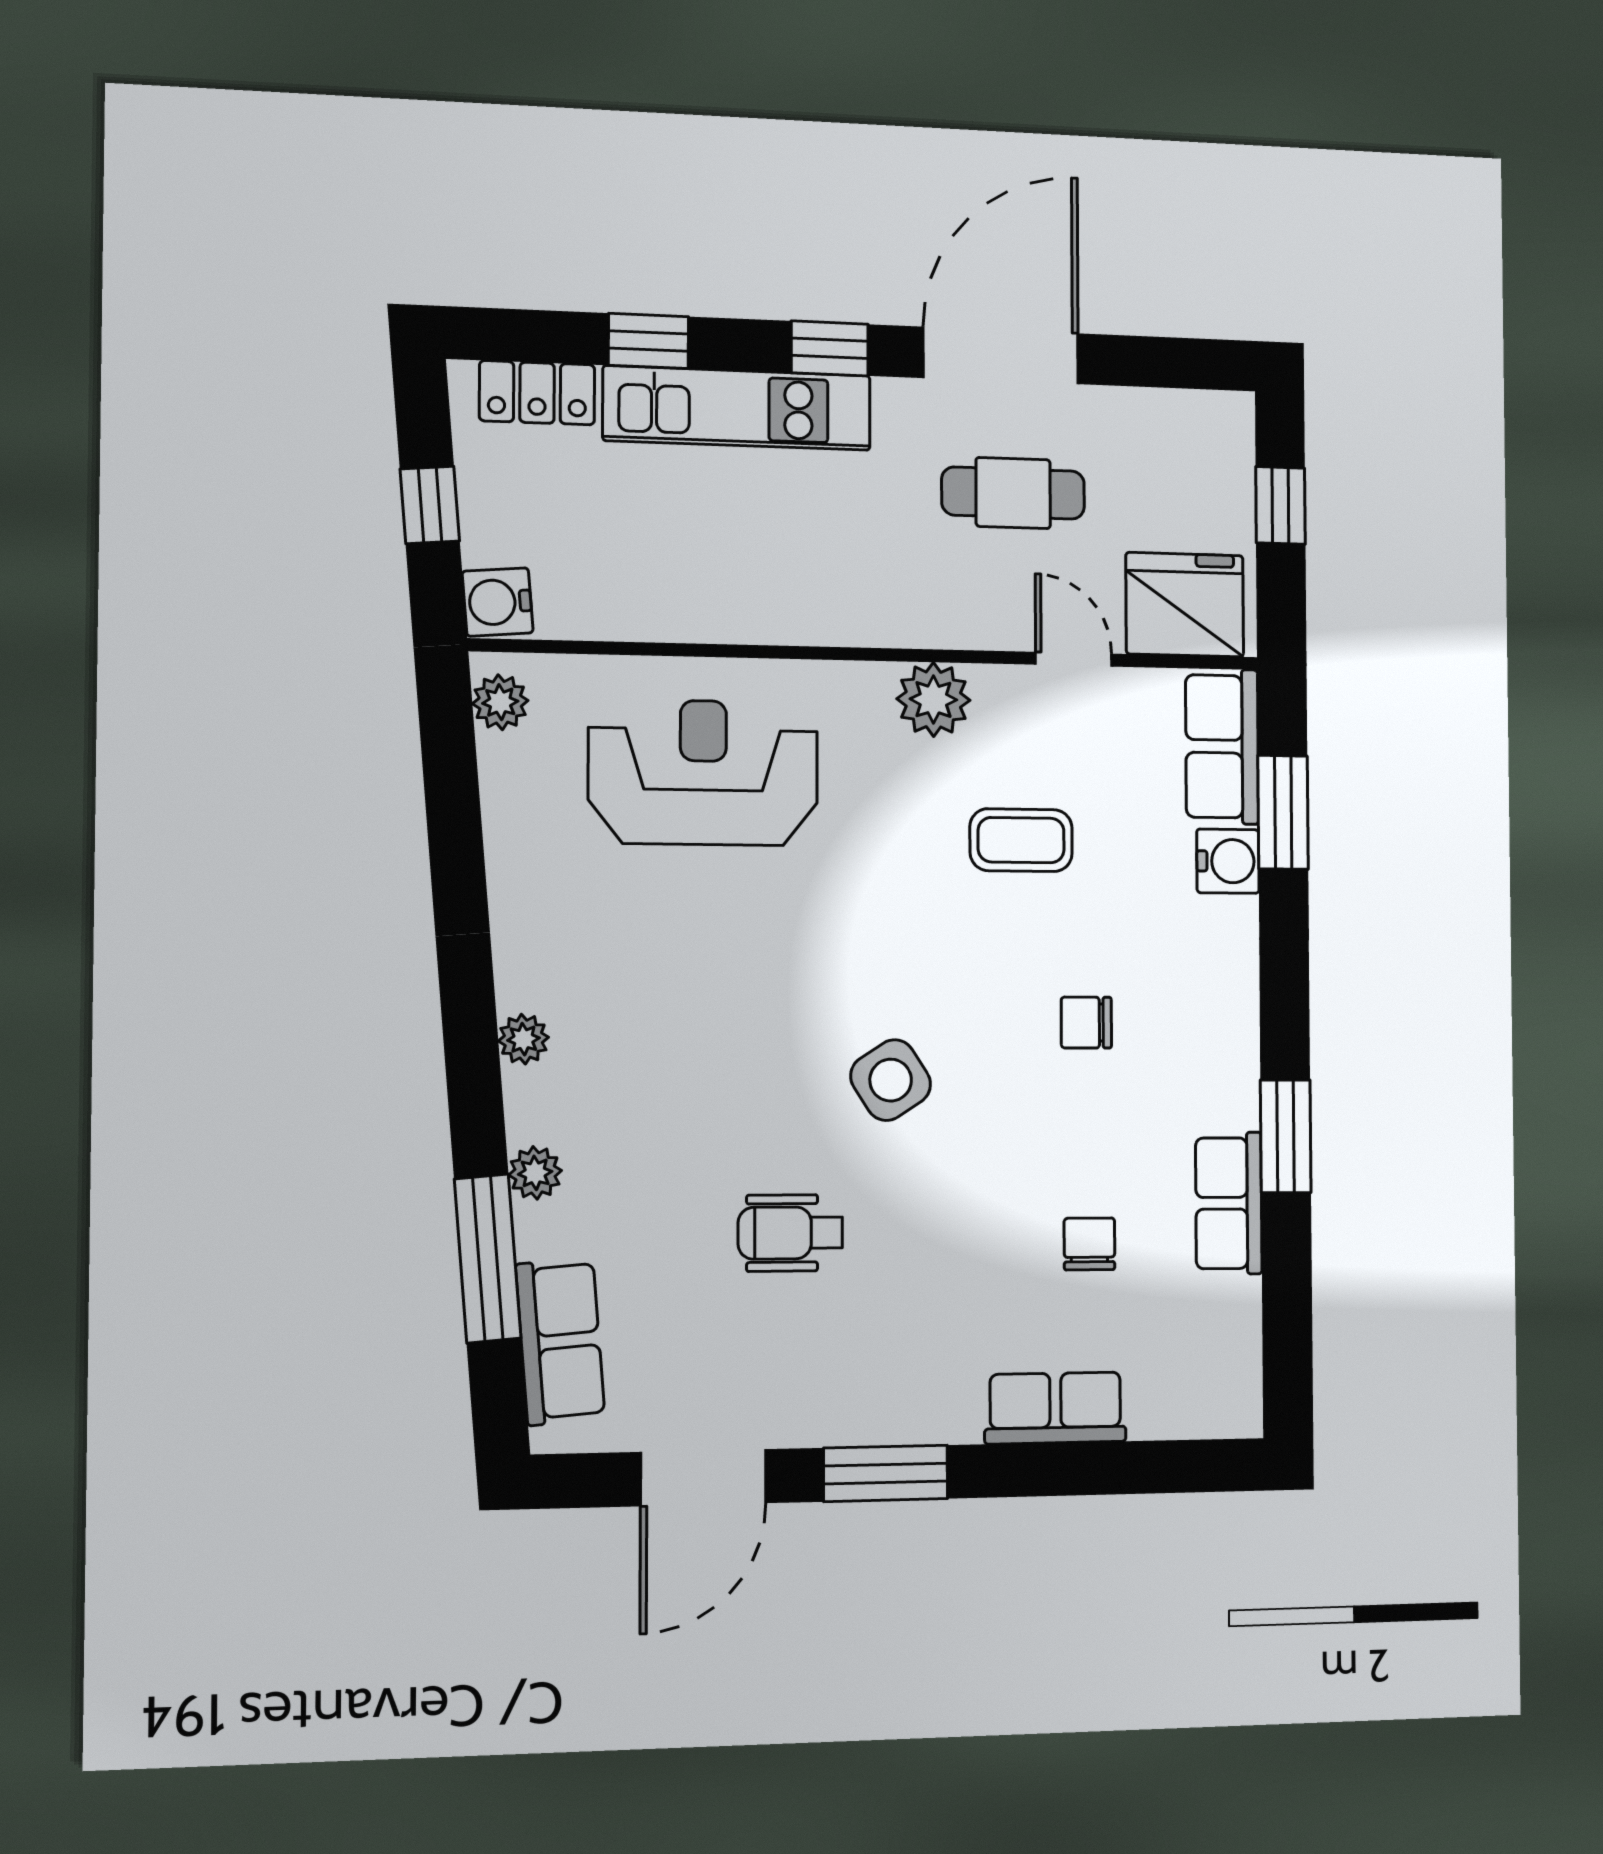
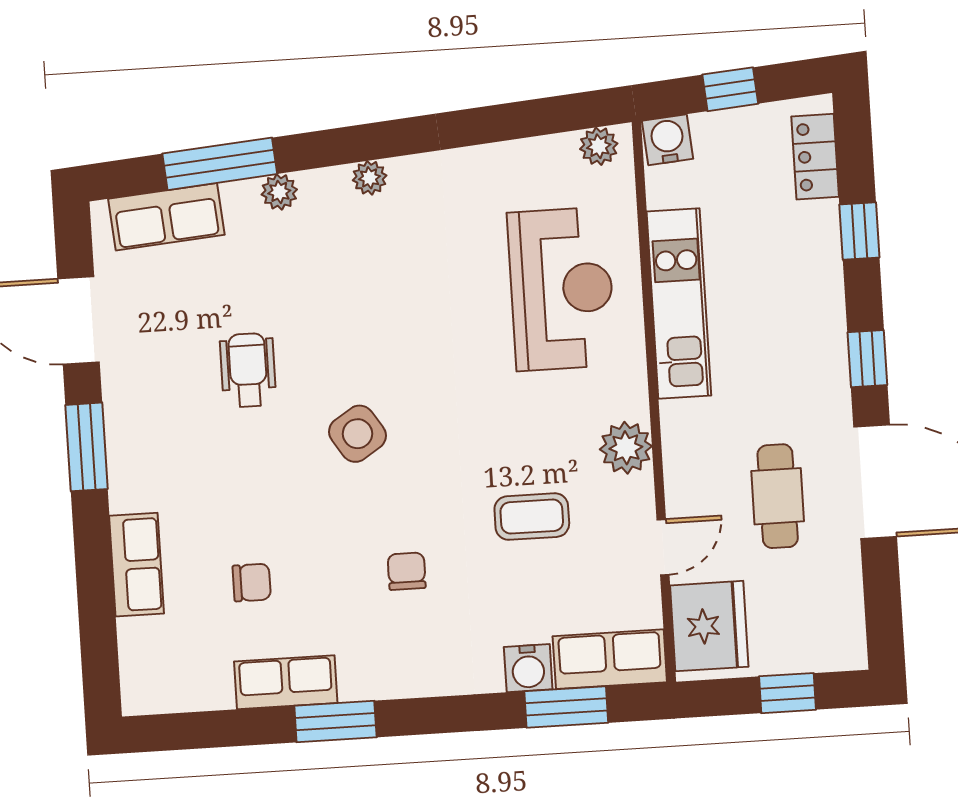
kitchen unit: (737, 408) -> (679, 303), moved, turned 180
coffee table: (1021, 840) -> (532, 517), turned 90

